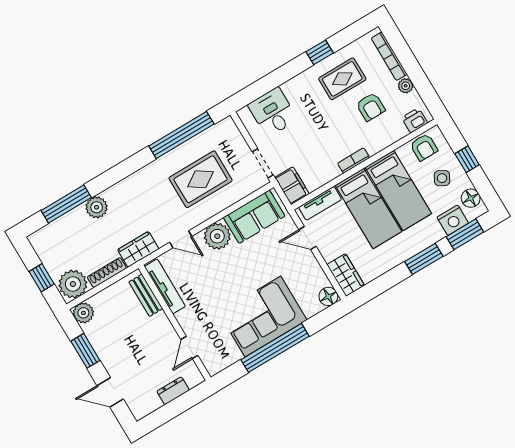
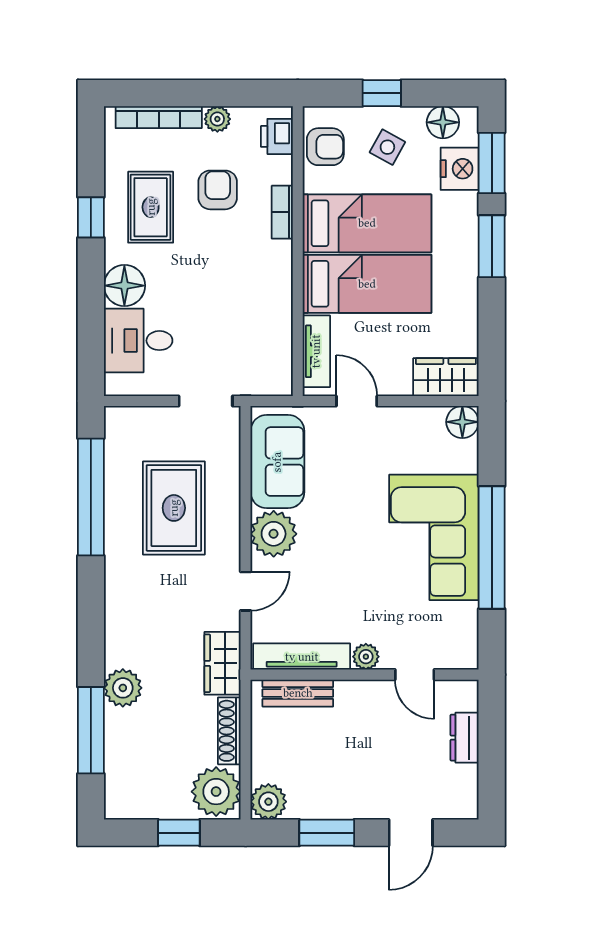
floor lamp: (296, 89) -> (124, 286), added
armchair: (371, 107) -> (218, 190), turned -90
bookcase: (354, 160) -> (282, 212), moved
filing cabinet: (292, 186) -> (265, 377), removed
door: (308, 238) -> (357, 401), swing flipped
plant: (184, 318) -> (366, 657), added

